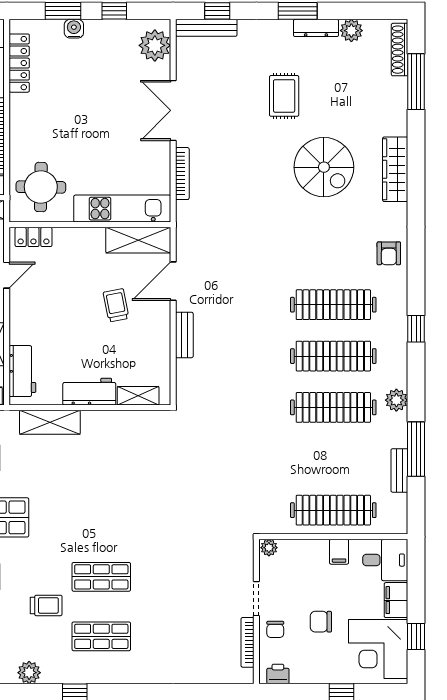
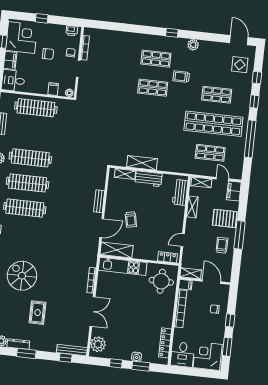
shelving: (50, 422) -> (142, 163), moved
filing cabinet: (339, 552) -> (53, 89), moved

